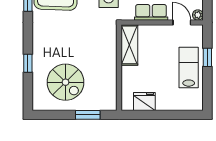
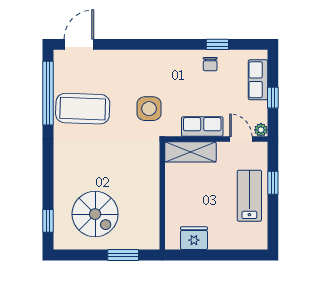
shelving: (129, 45) -> (190, 152), moved, turned 90
window: (28, 63) -> (48, 221), moved

